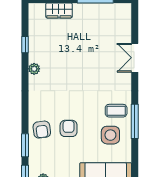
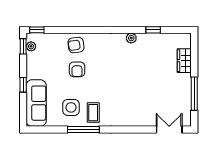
double door: (135, 58) -> (169, 130), moved
armchair: (69, 128) -> (77, 69), turned 90
window: (25, 145) -> (62, 30), removed

